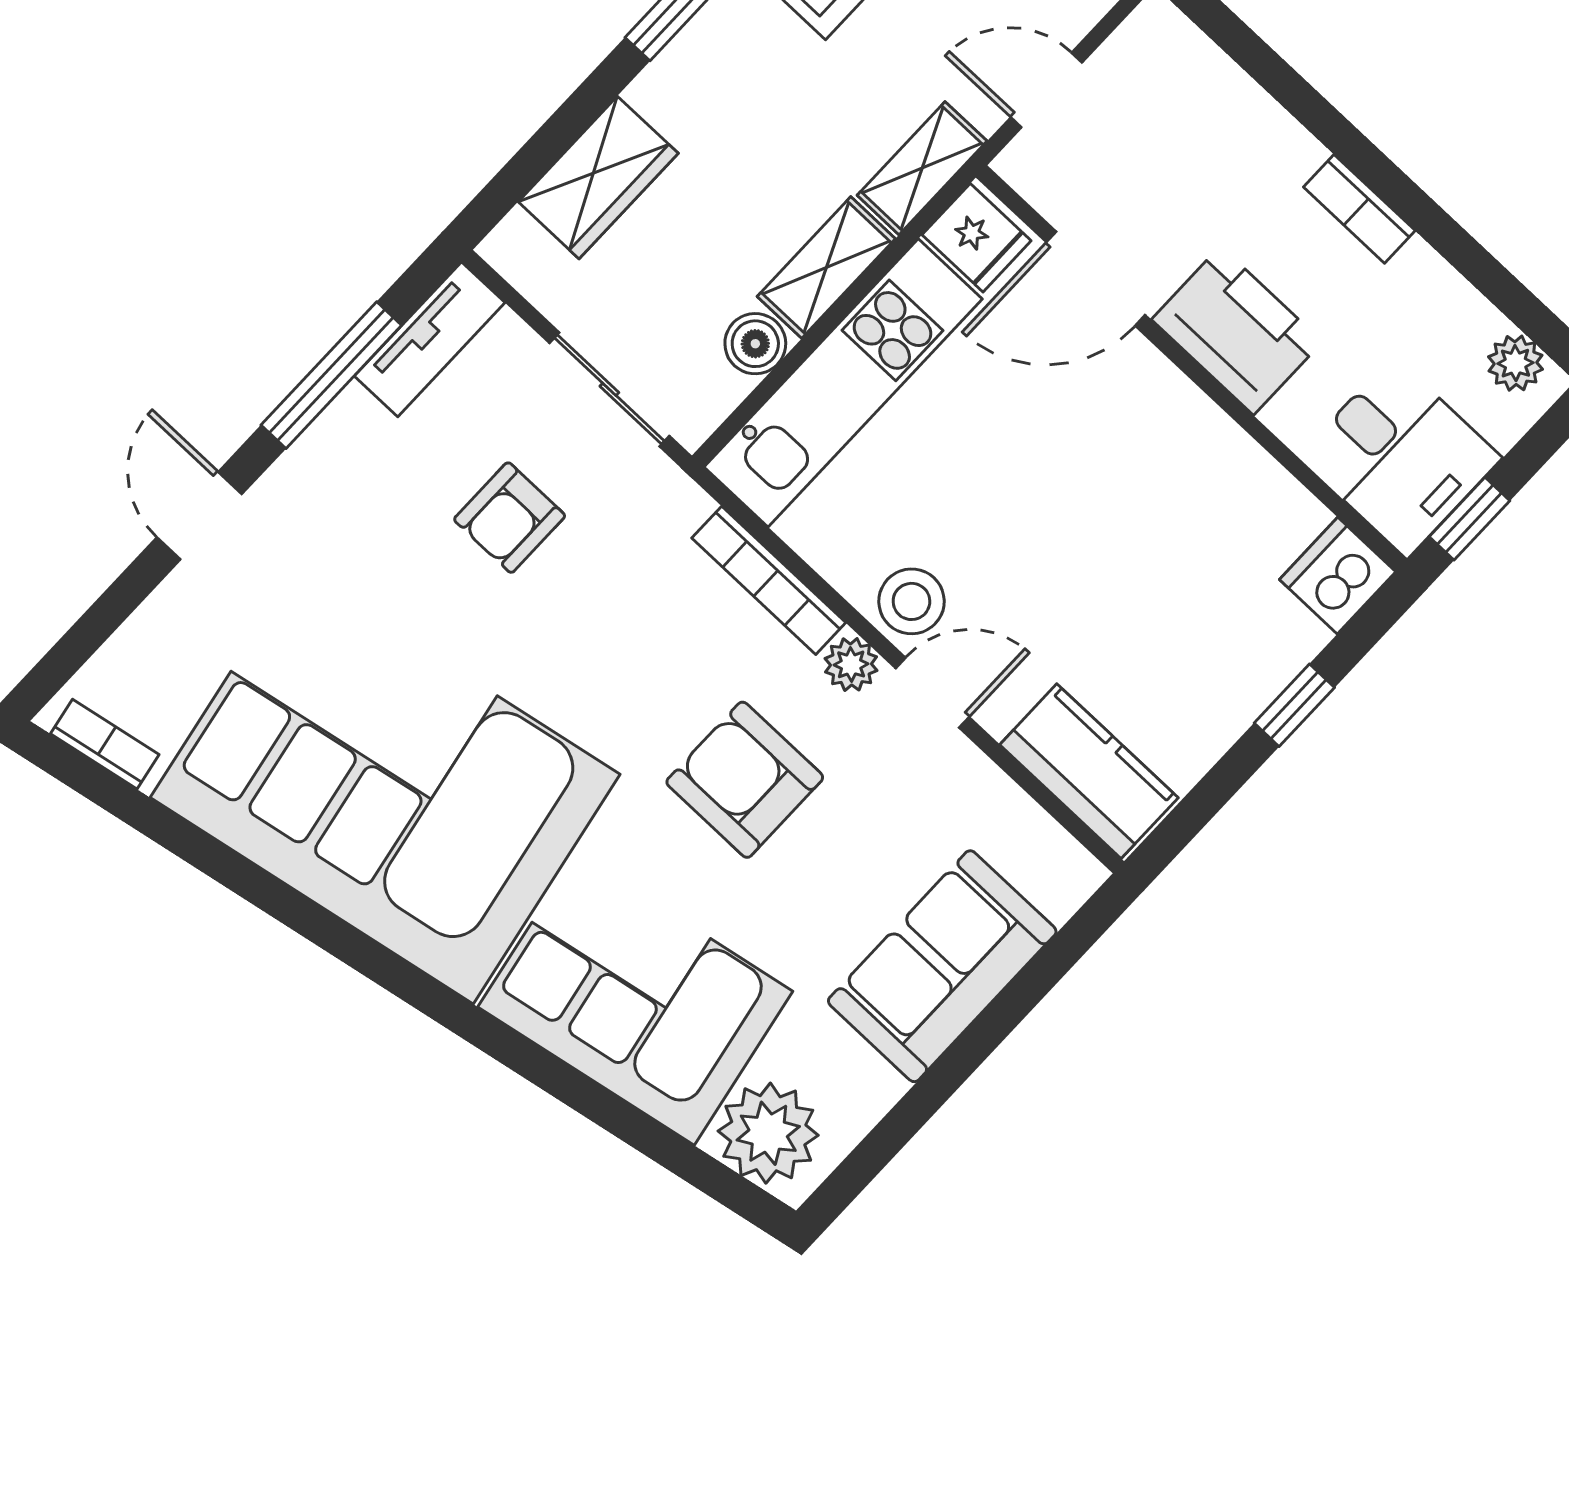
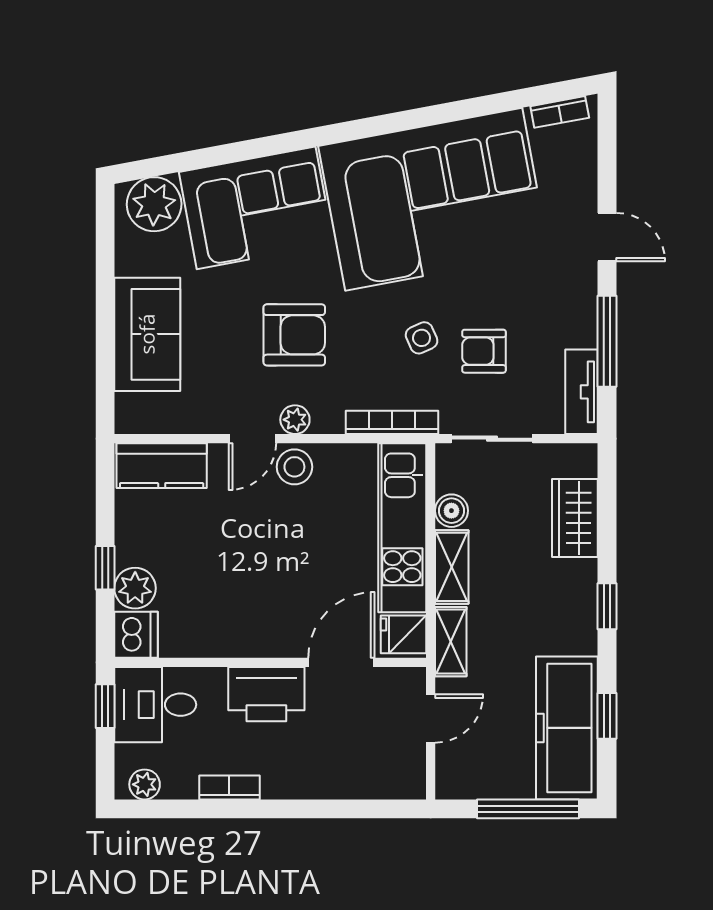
bookcase: (1359, 209) -> (229, 787), moved
armchair: (510, 518) -> (484, 351), turned -90
bookcase: (769, 580) -> (392, 422), moved
side table: (577, 614) -> (422, 338), added
plant: (1280, 640) -> (135, 588), added

